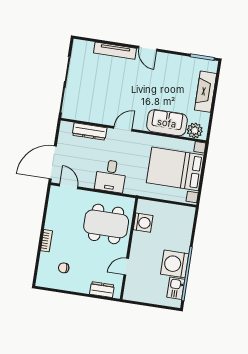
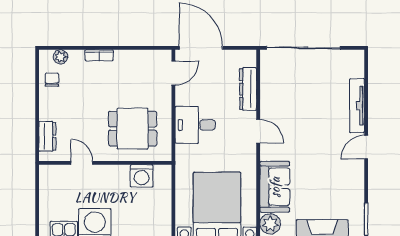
dining table: (106, 224) -> (133, 129), width x0.73
chair: (64, 268) -> (52, 80), moved
plant: (43, 270) -> (61, 57), added

